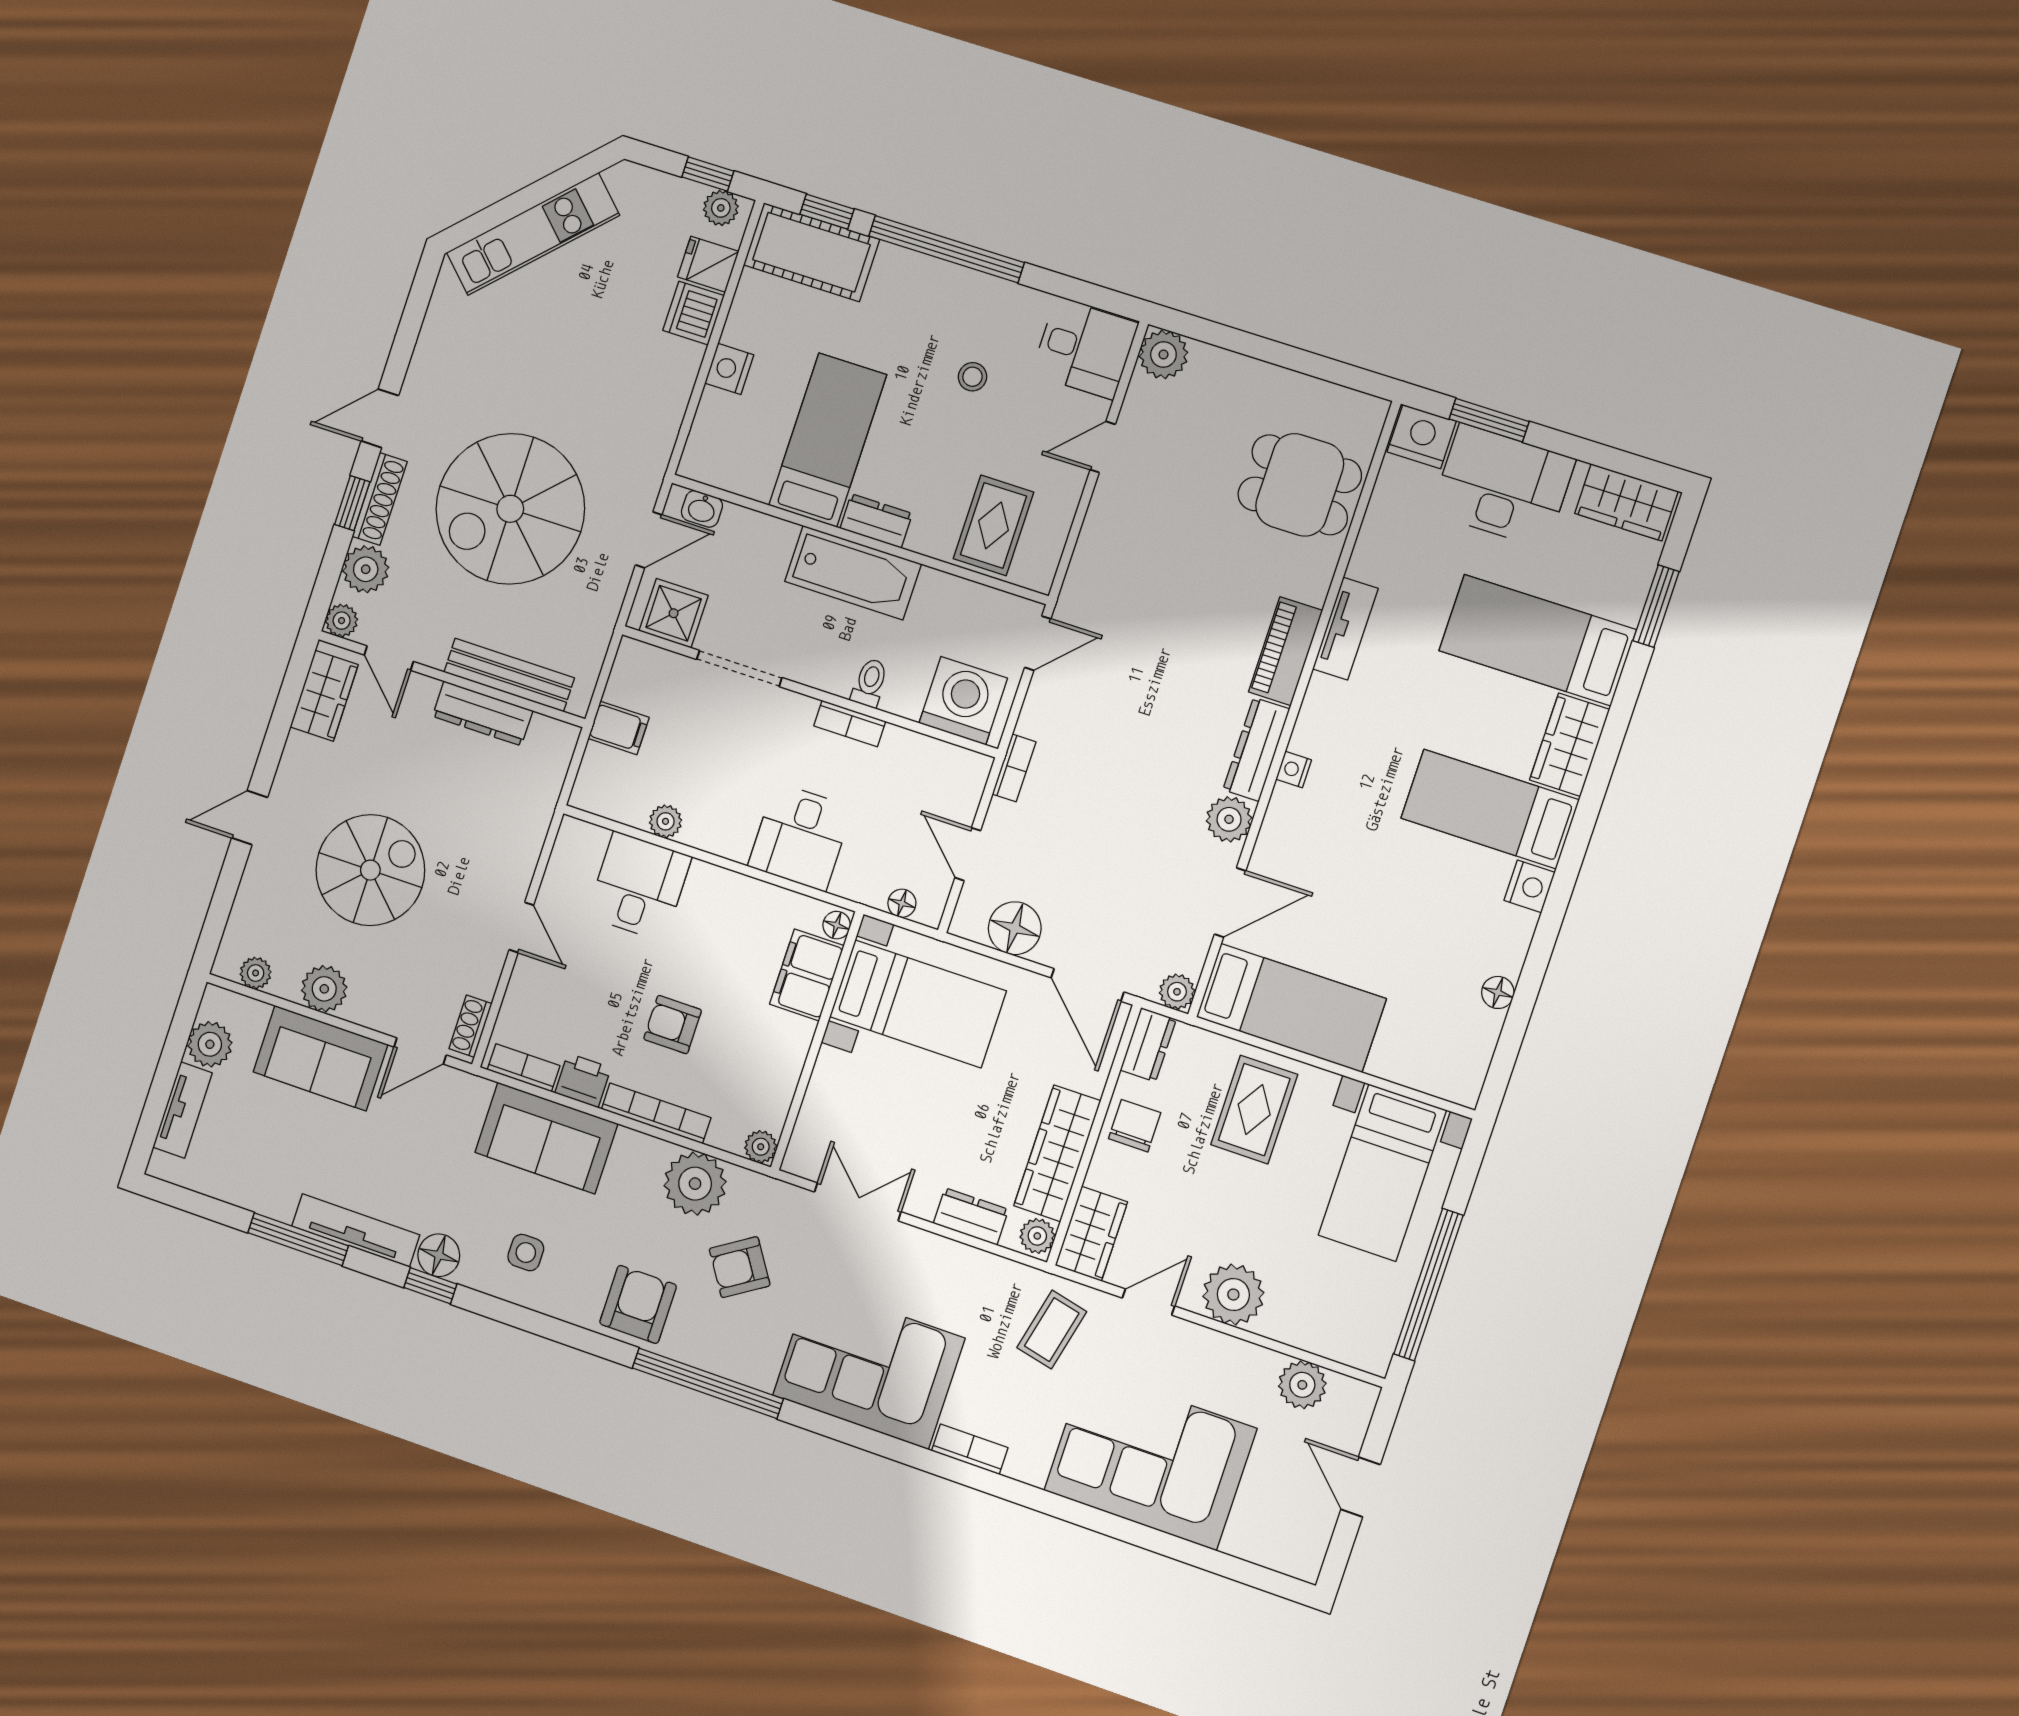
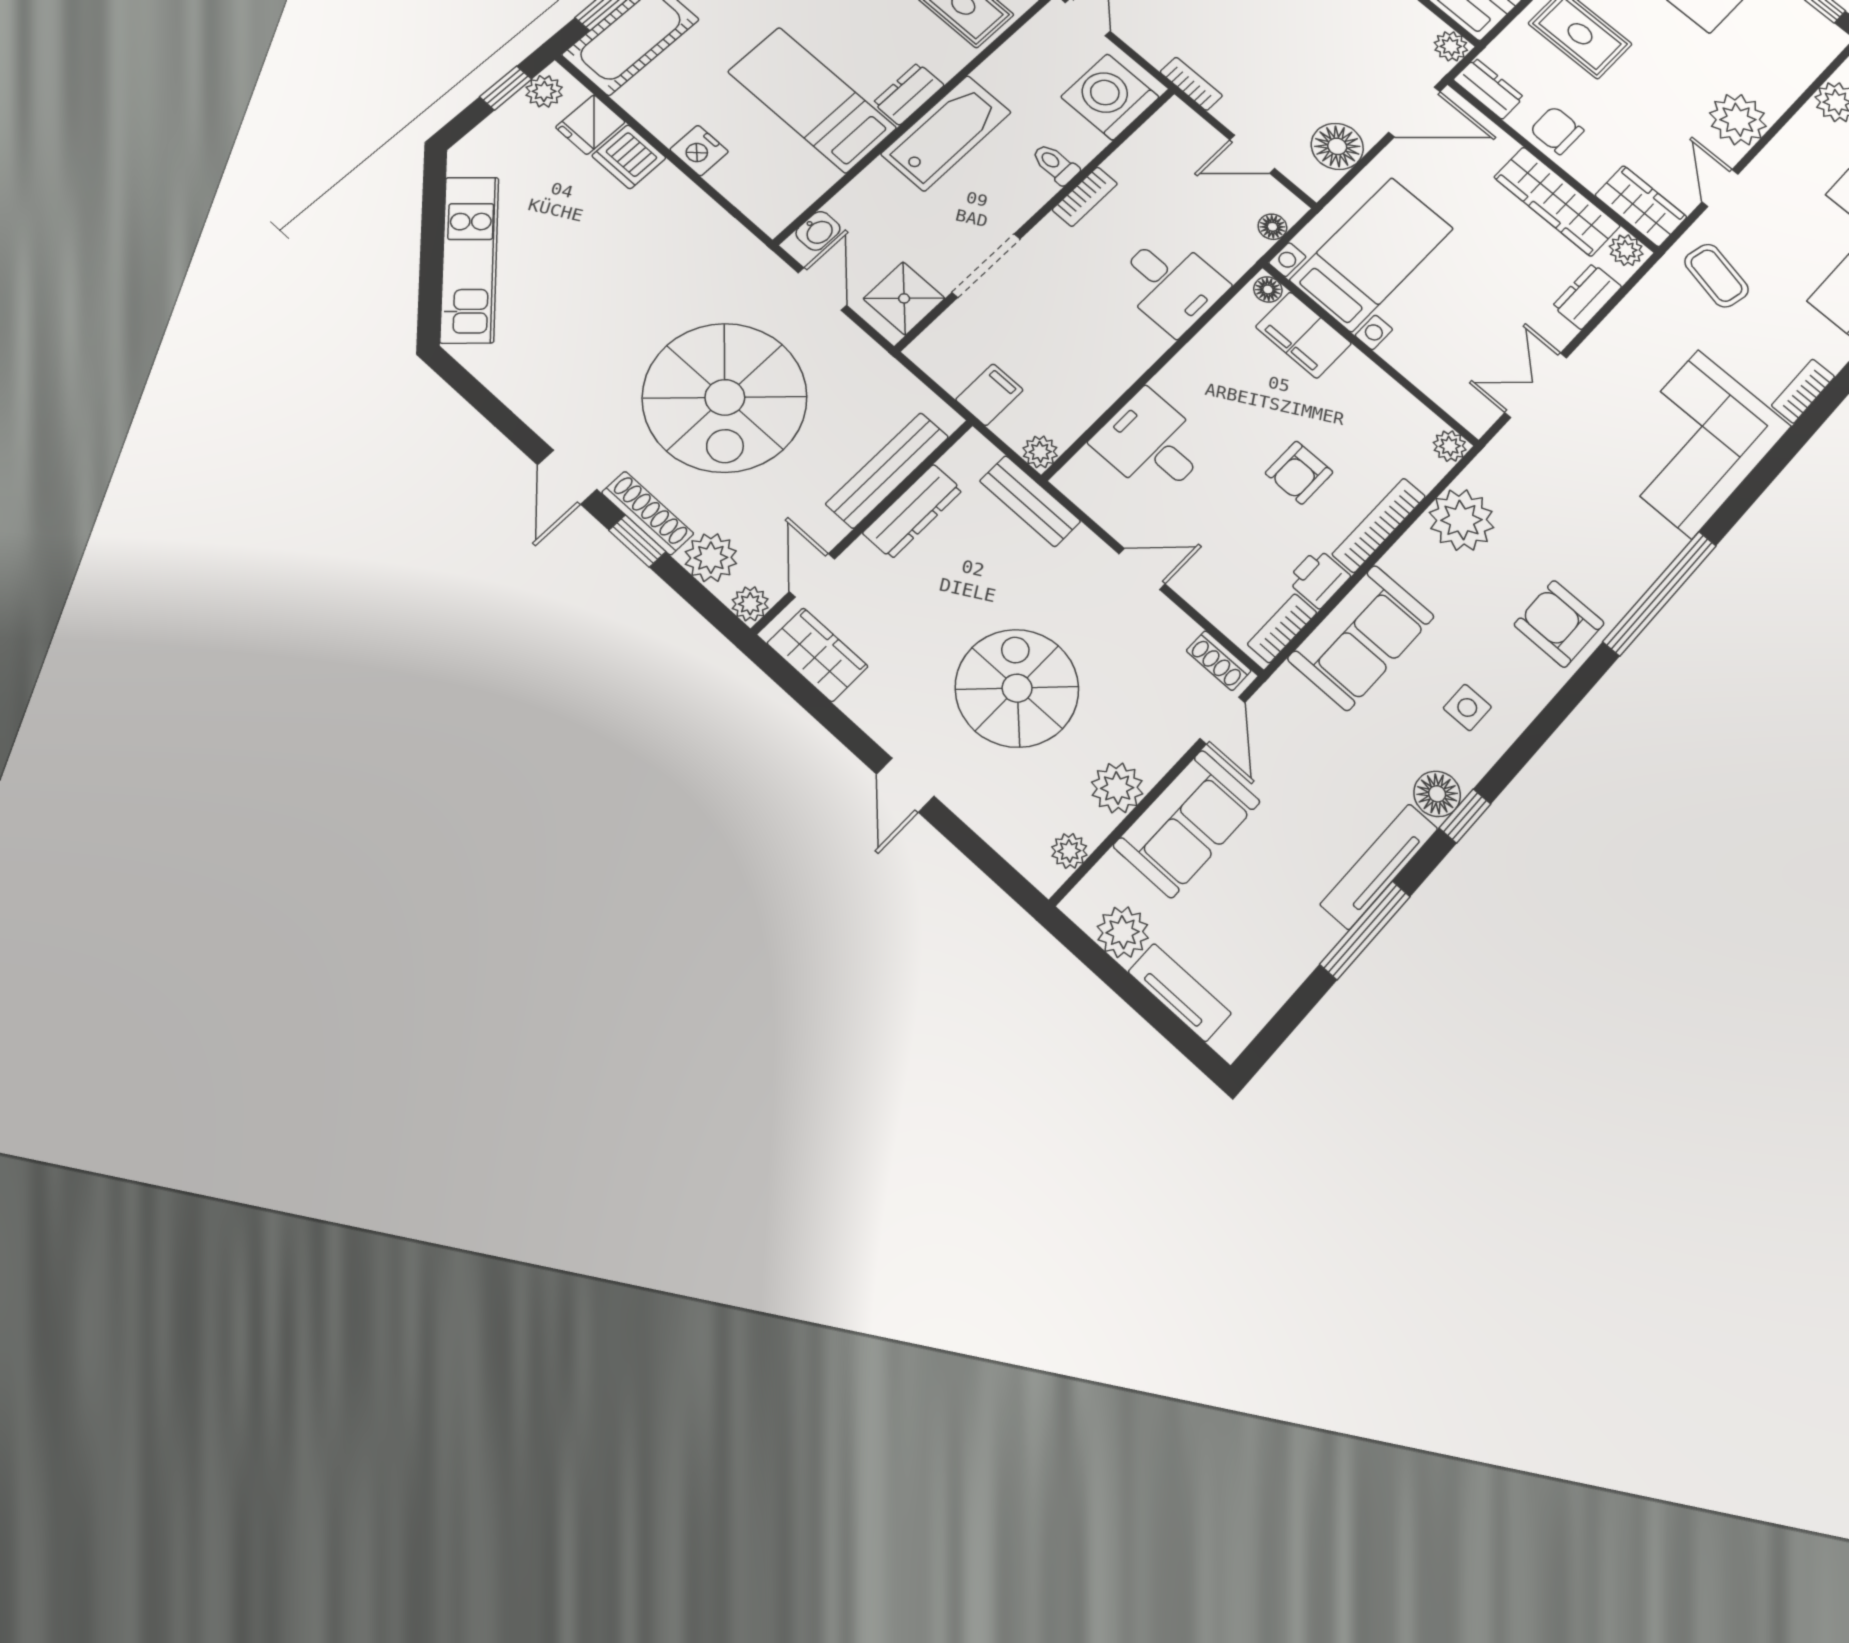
door: (389, 658) -> (812, 575), swing flipped
bench: (538, 807) -> (1030, 501), added
plant: (666, 821) -> (1040, 452), moved
armchair: (740, 1267) -> (1558, 515), removed

